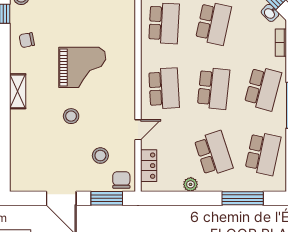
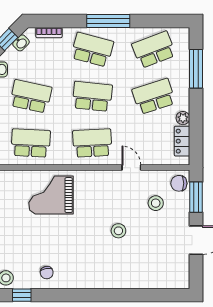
grand piano: (82, 67) -> (51, 195), moved, turned -90
shelving: (18, 91) -> (95, 281), removed
school desk: (263, 153) -> (154, 50), turned -33
locker: (149, 166) -> (182, 141), moved, turned -90

